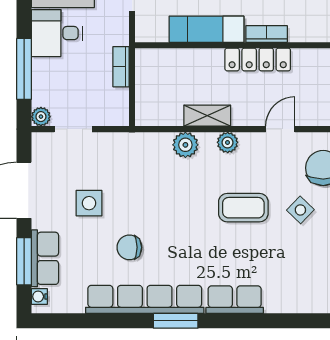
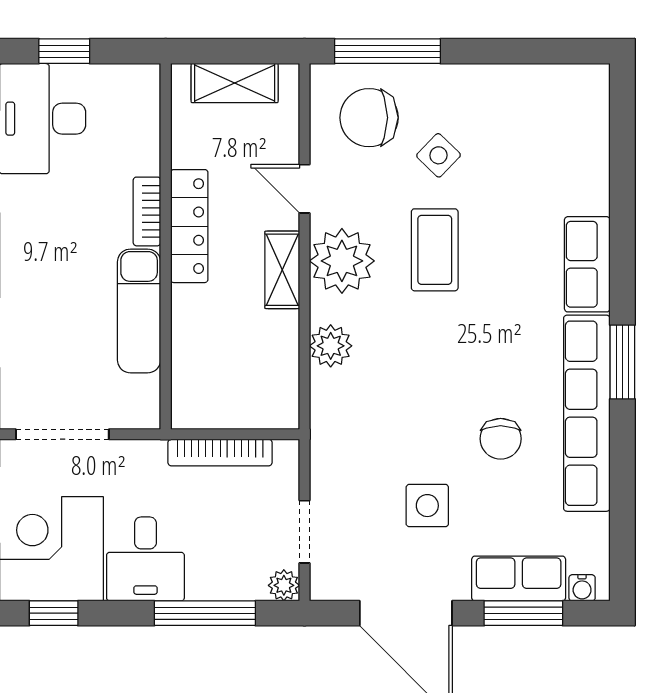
bookcase: (121, 67) -> (220, 453), width x1.56
shelving: (207, 116) -> (282, 270), moved
plant: (228, 142) -> (342, 261), width x1.88, depth x1.88

